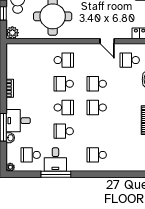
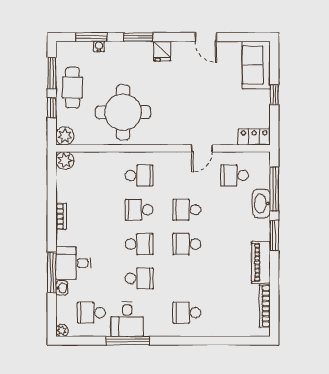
door: (107, 41) -> (202, 148), hinge flipped
plant: (12, 50) -> (65, 161), added
school desk: (64, 131) -> (139, 278), turned 180

